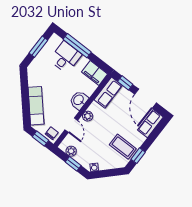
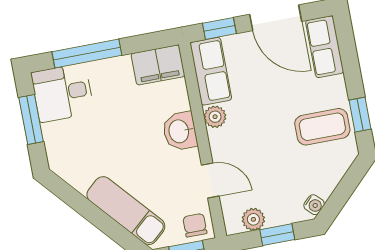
desk: (66, 57) -> (63, 93), moved, turned -90
plant: (88, 116) -> (215, 117), moved

